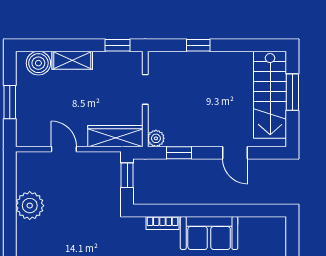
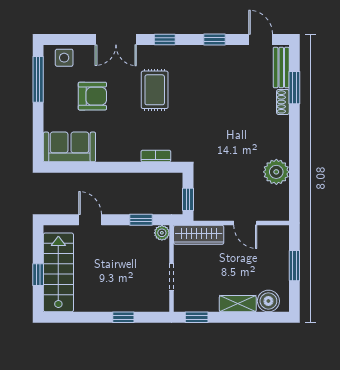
window: (292, 92) -> (38, 275), width x0.67
sofa: (209, 233) -> (69, 147), moved

